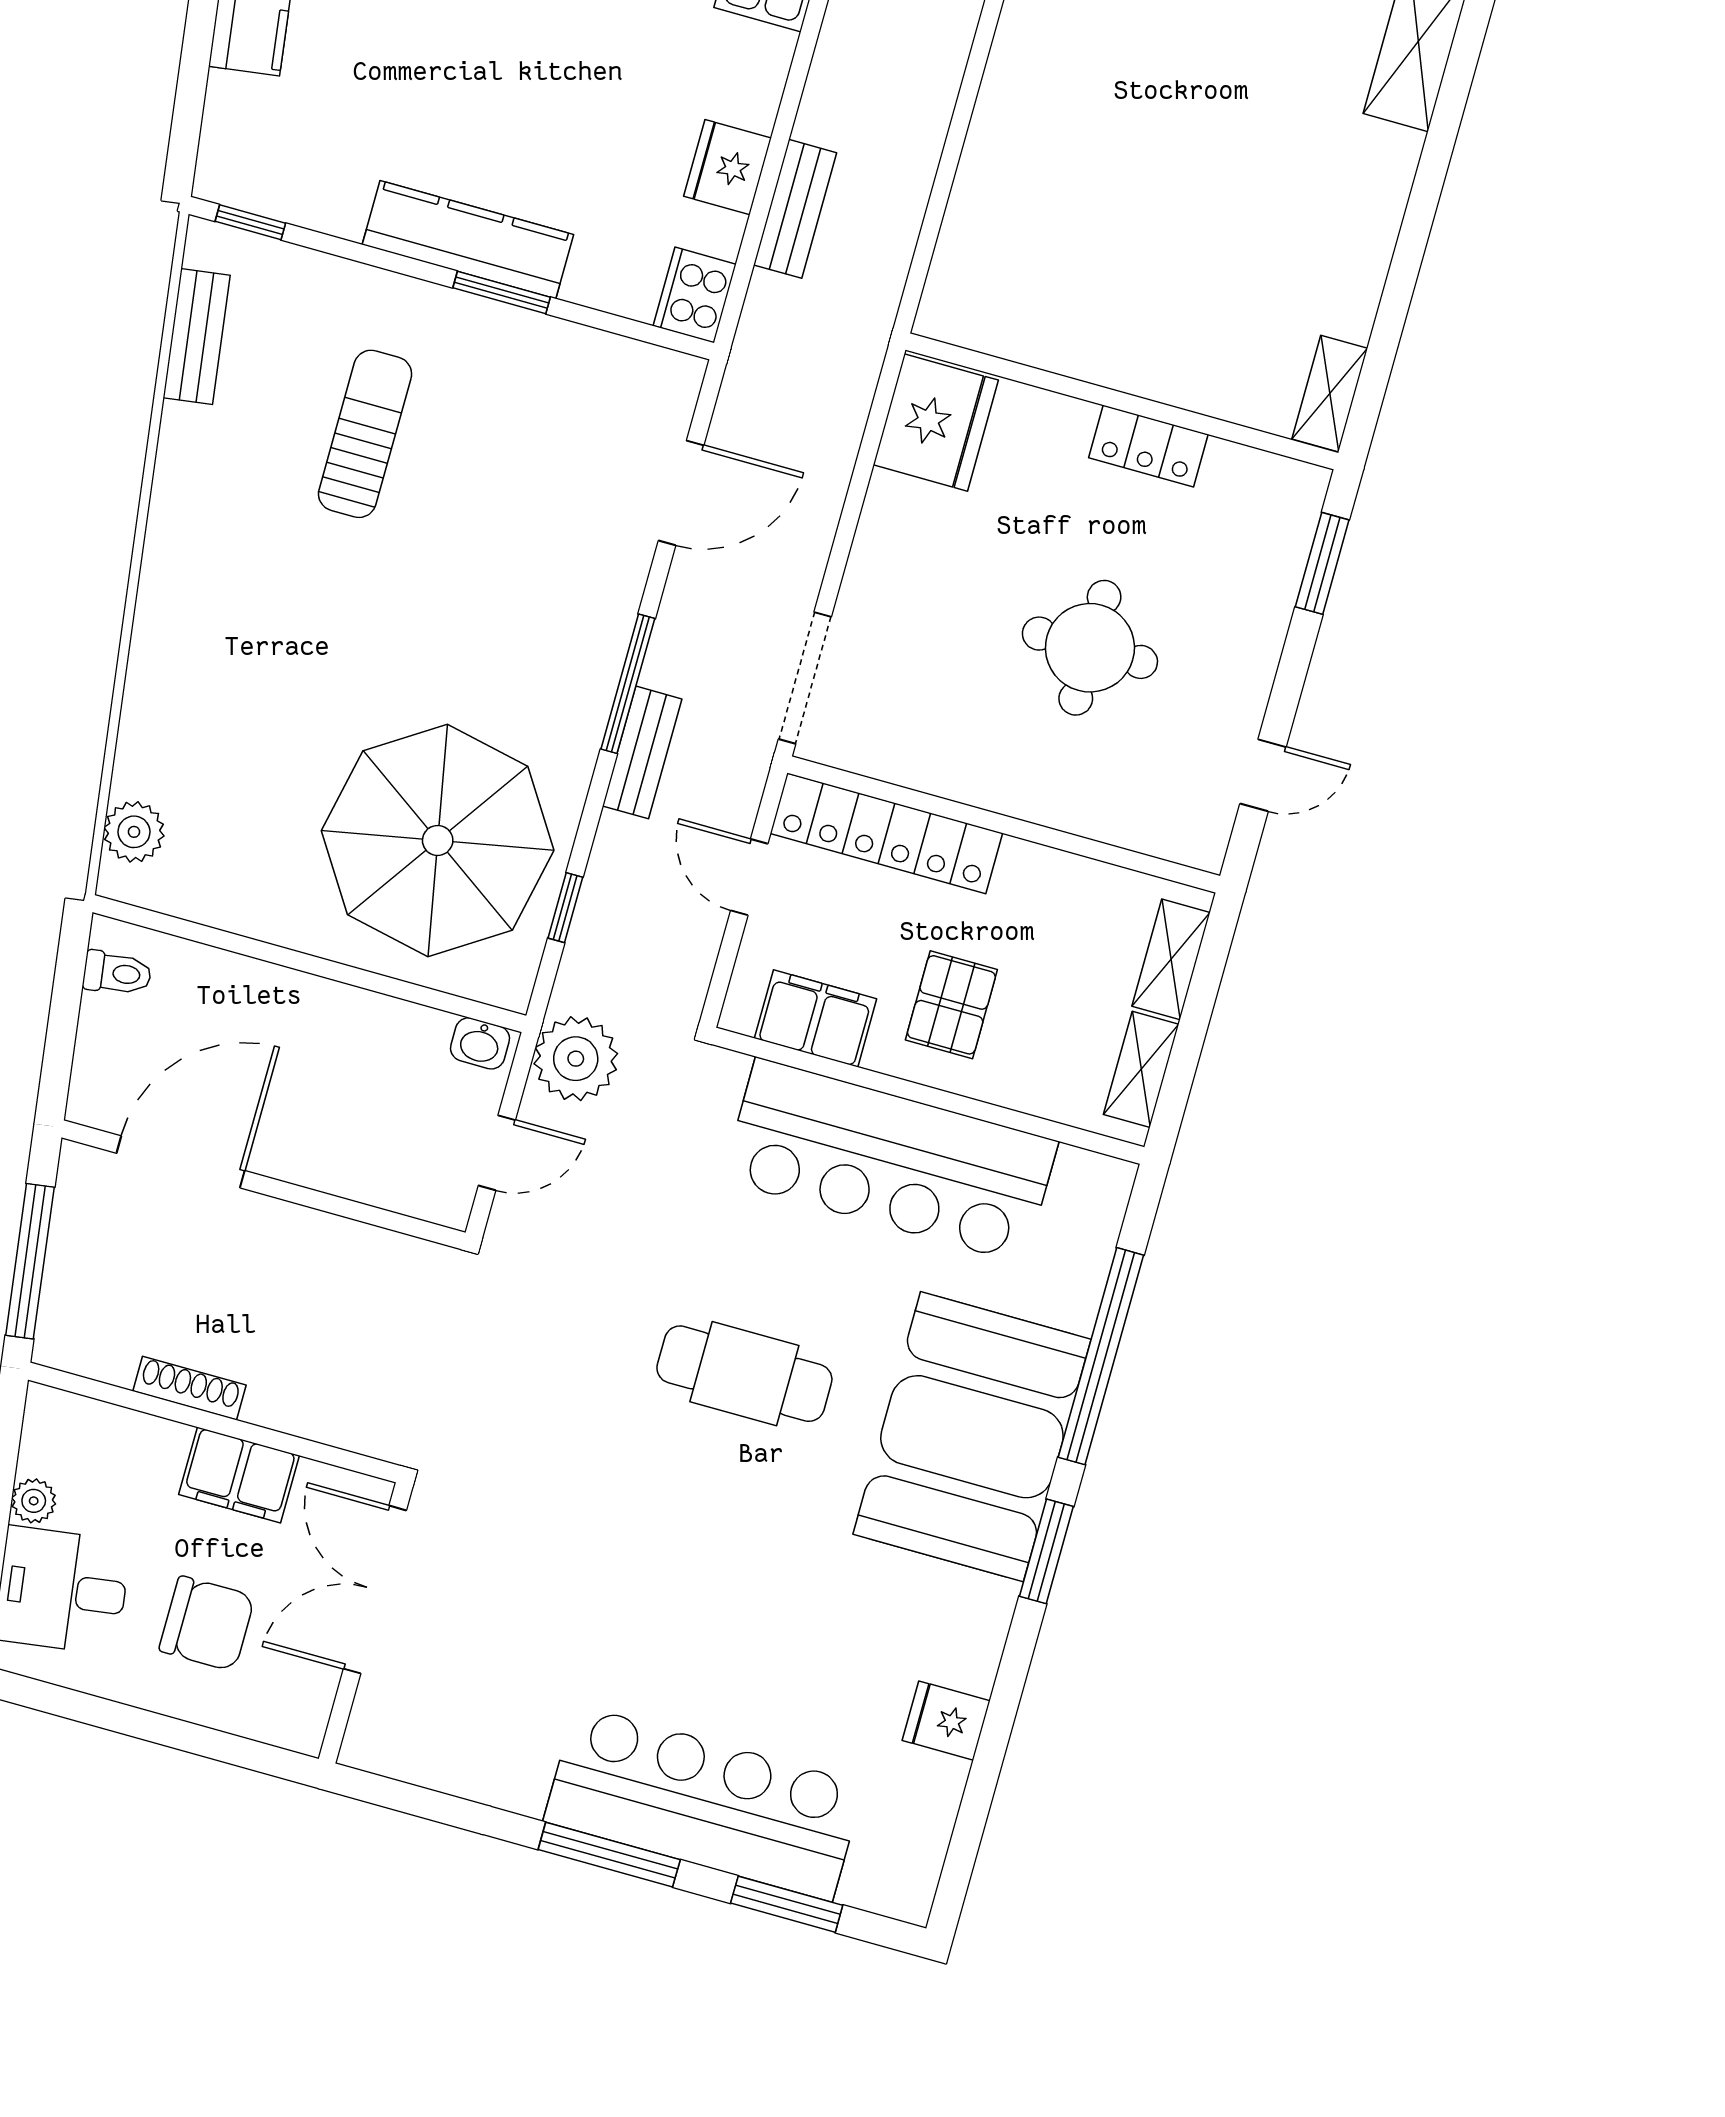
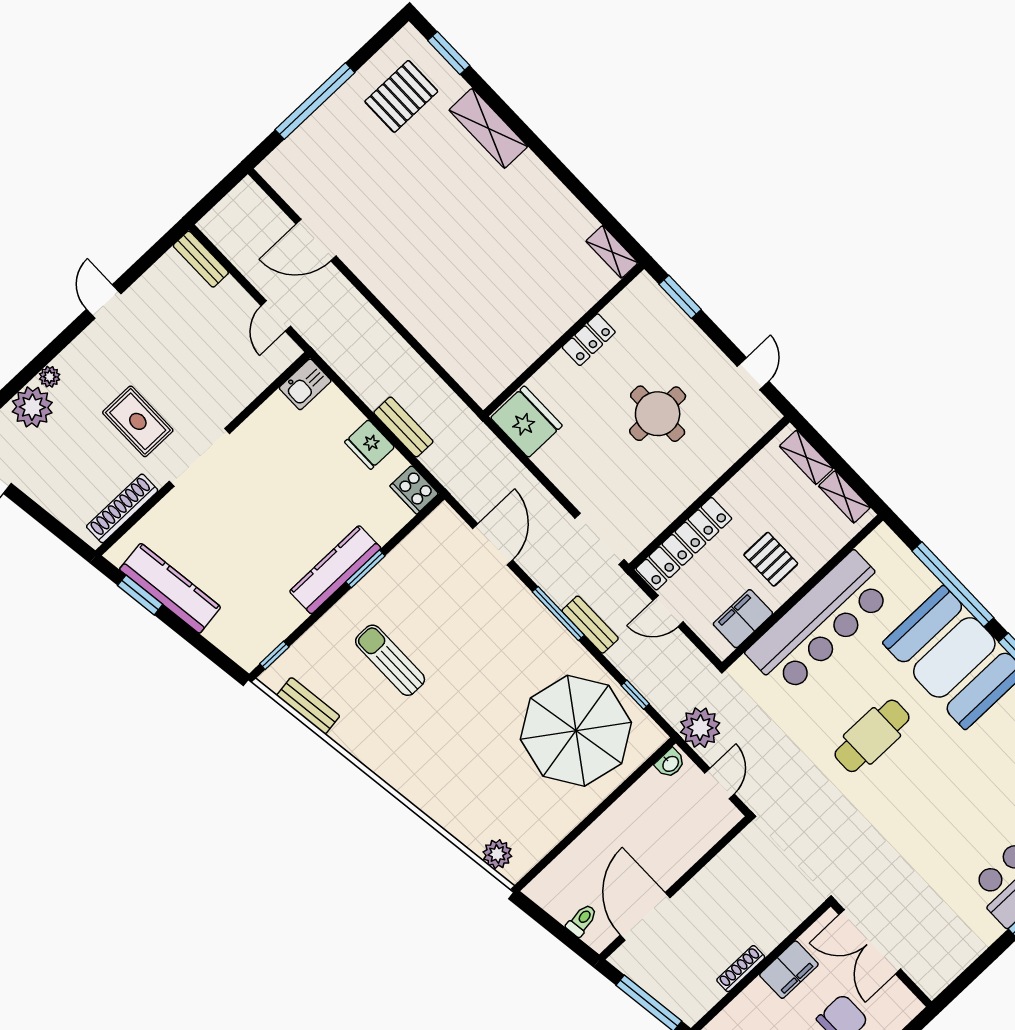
toilet: (117, 973) -> (582, 920), moved

